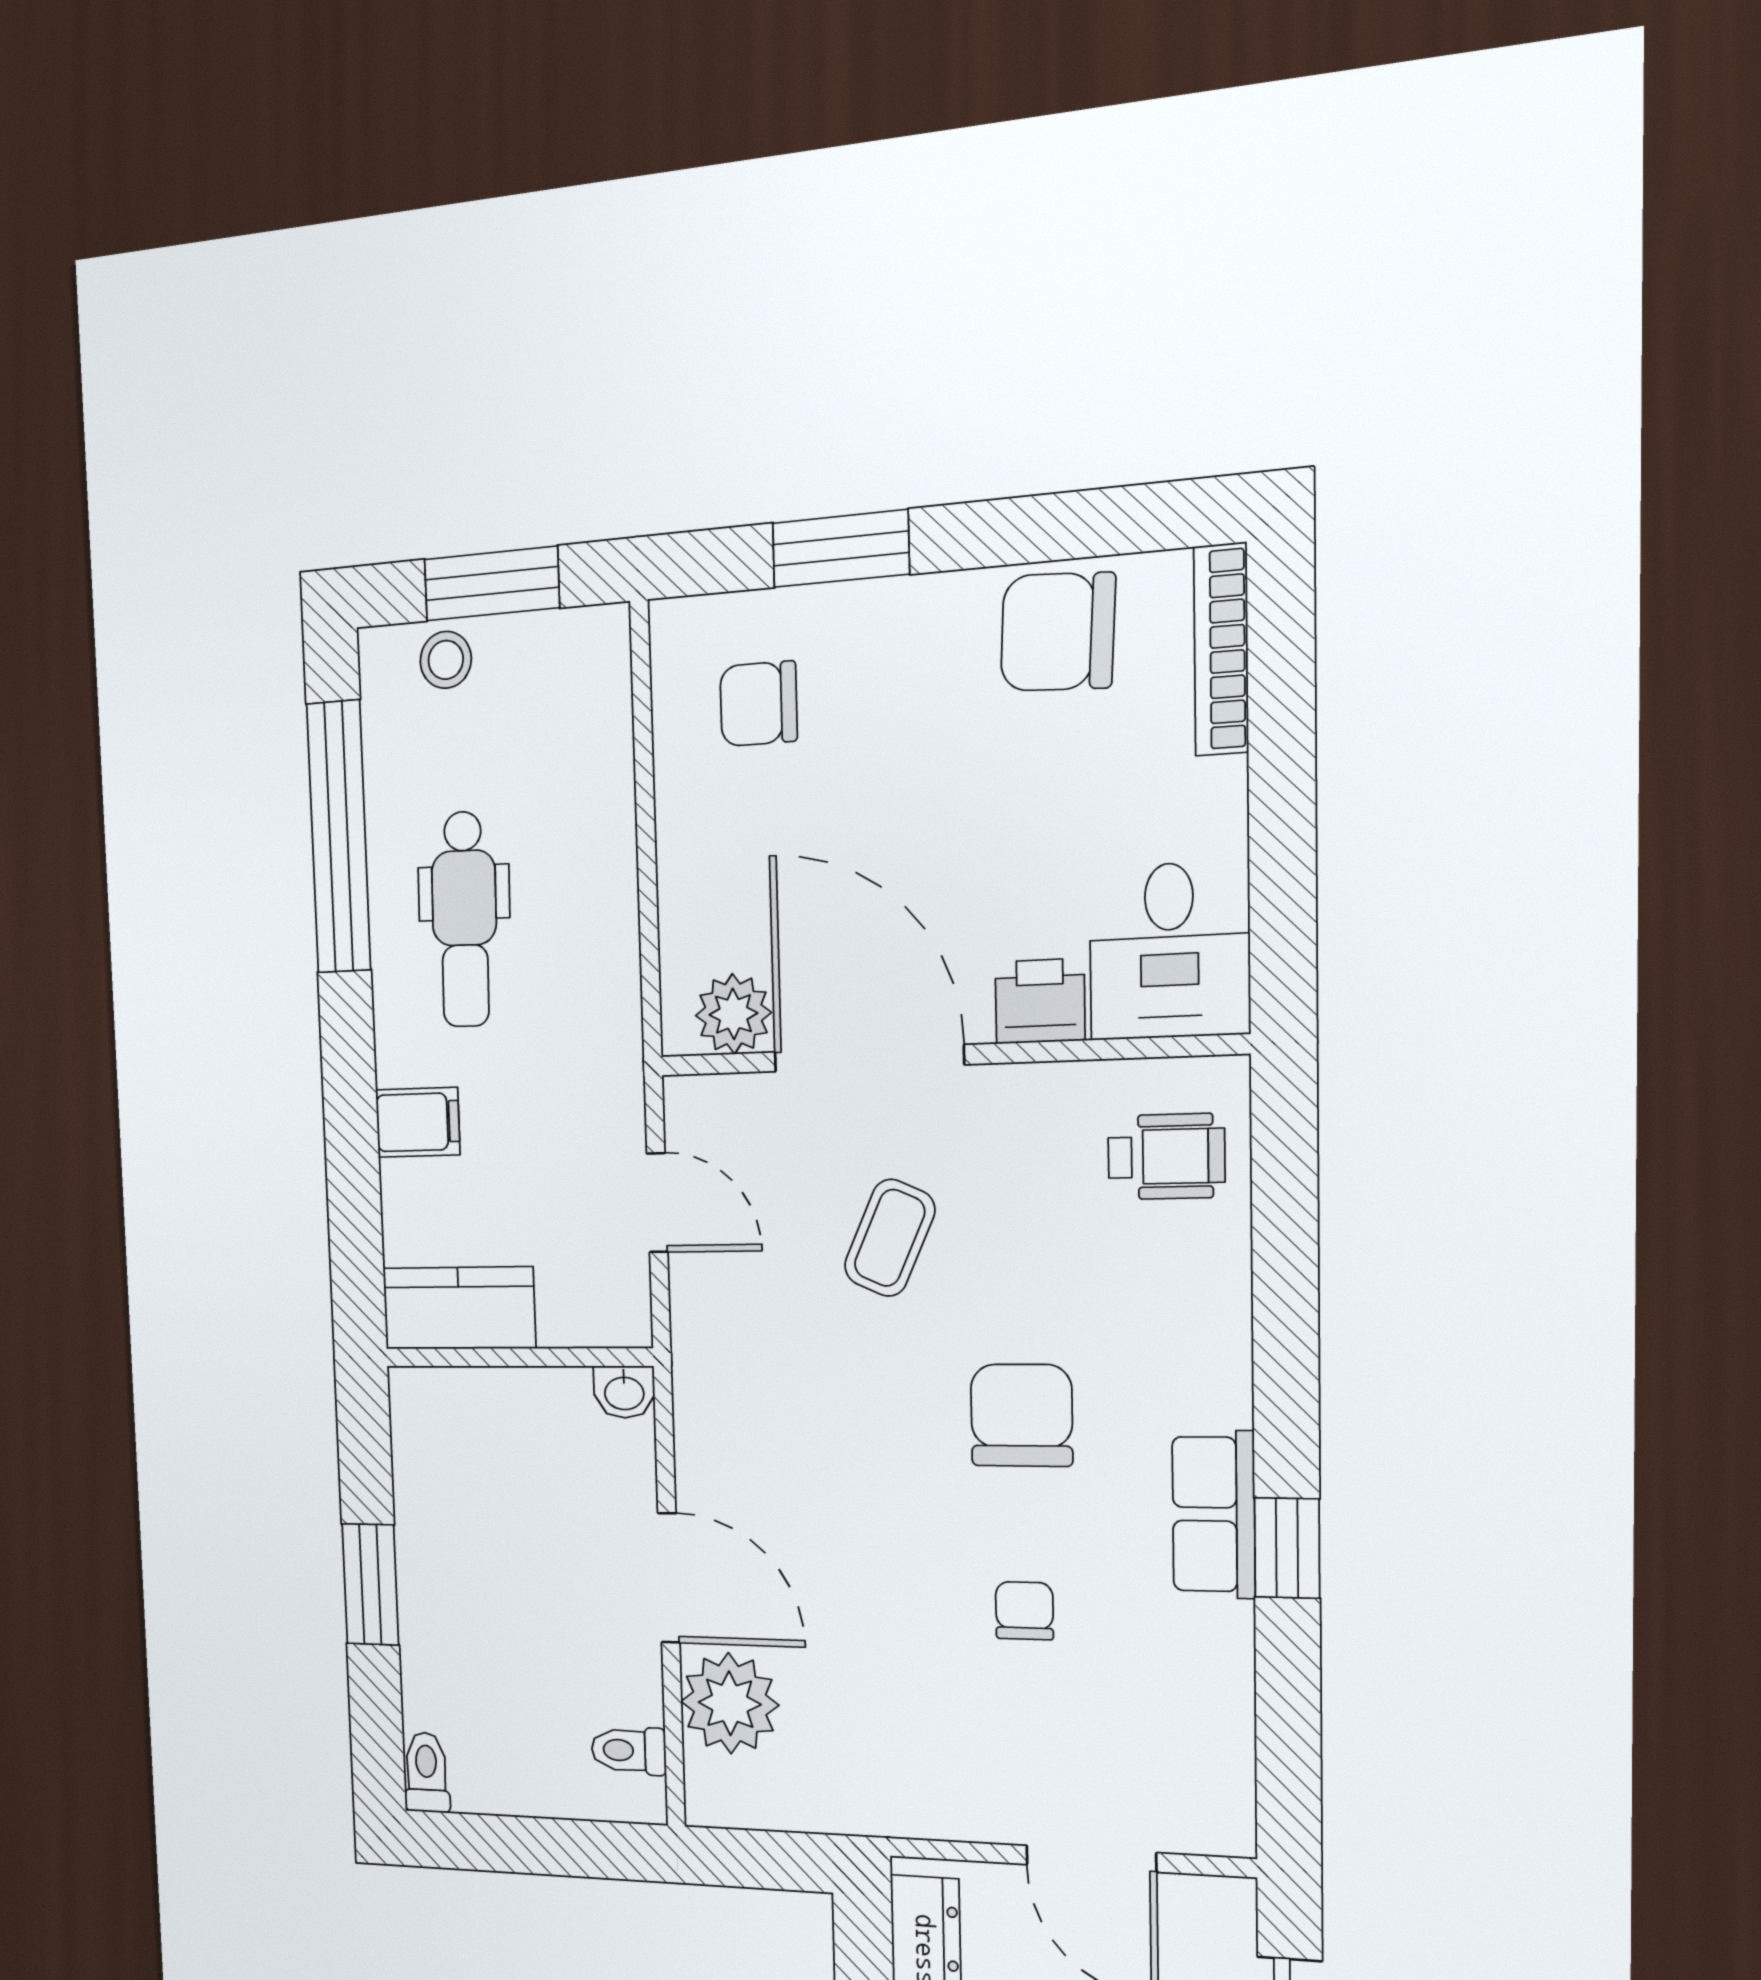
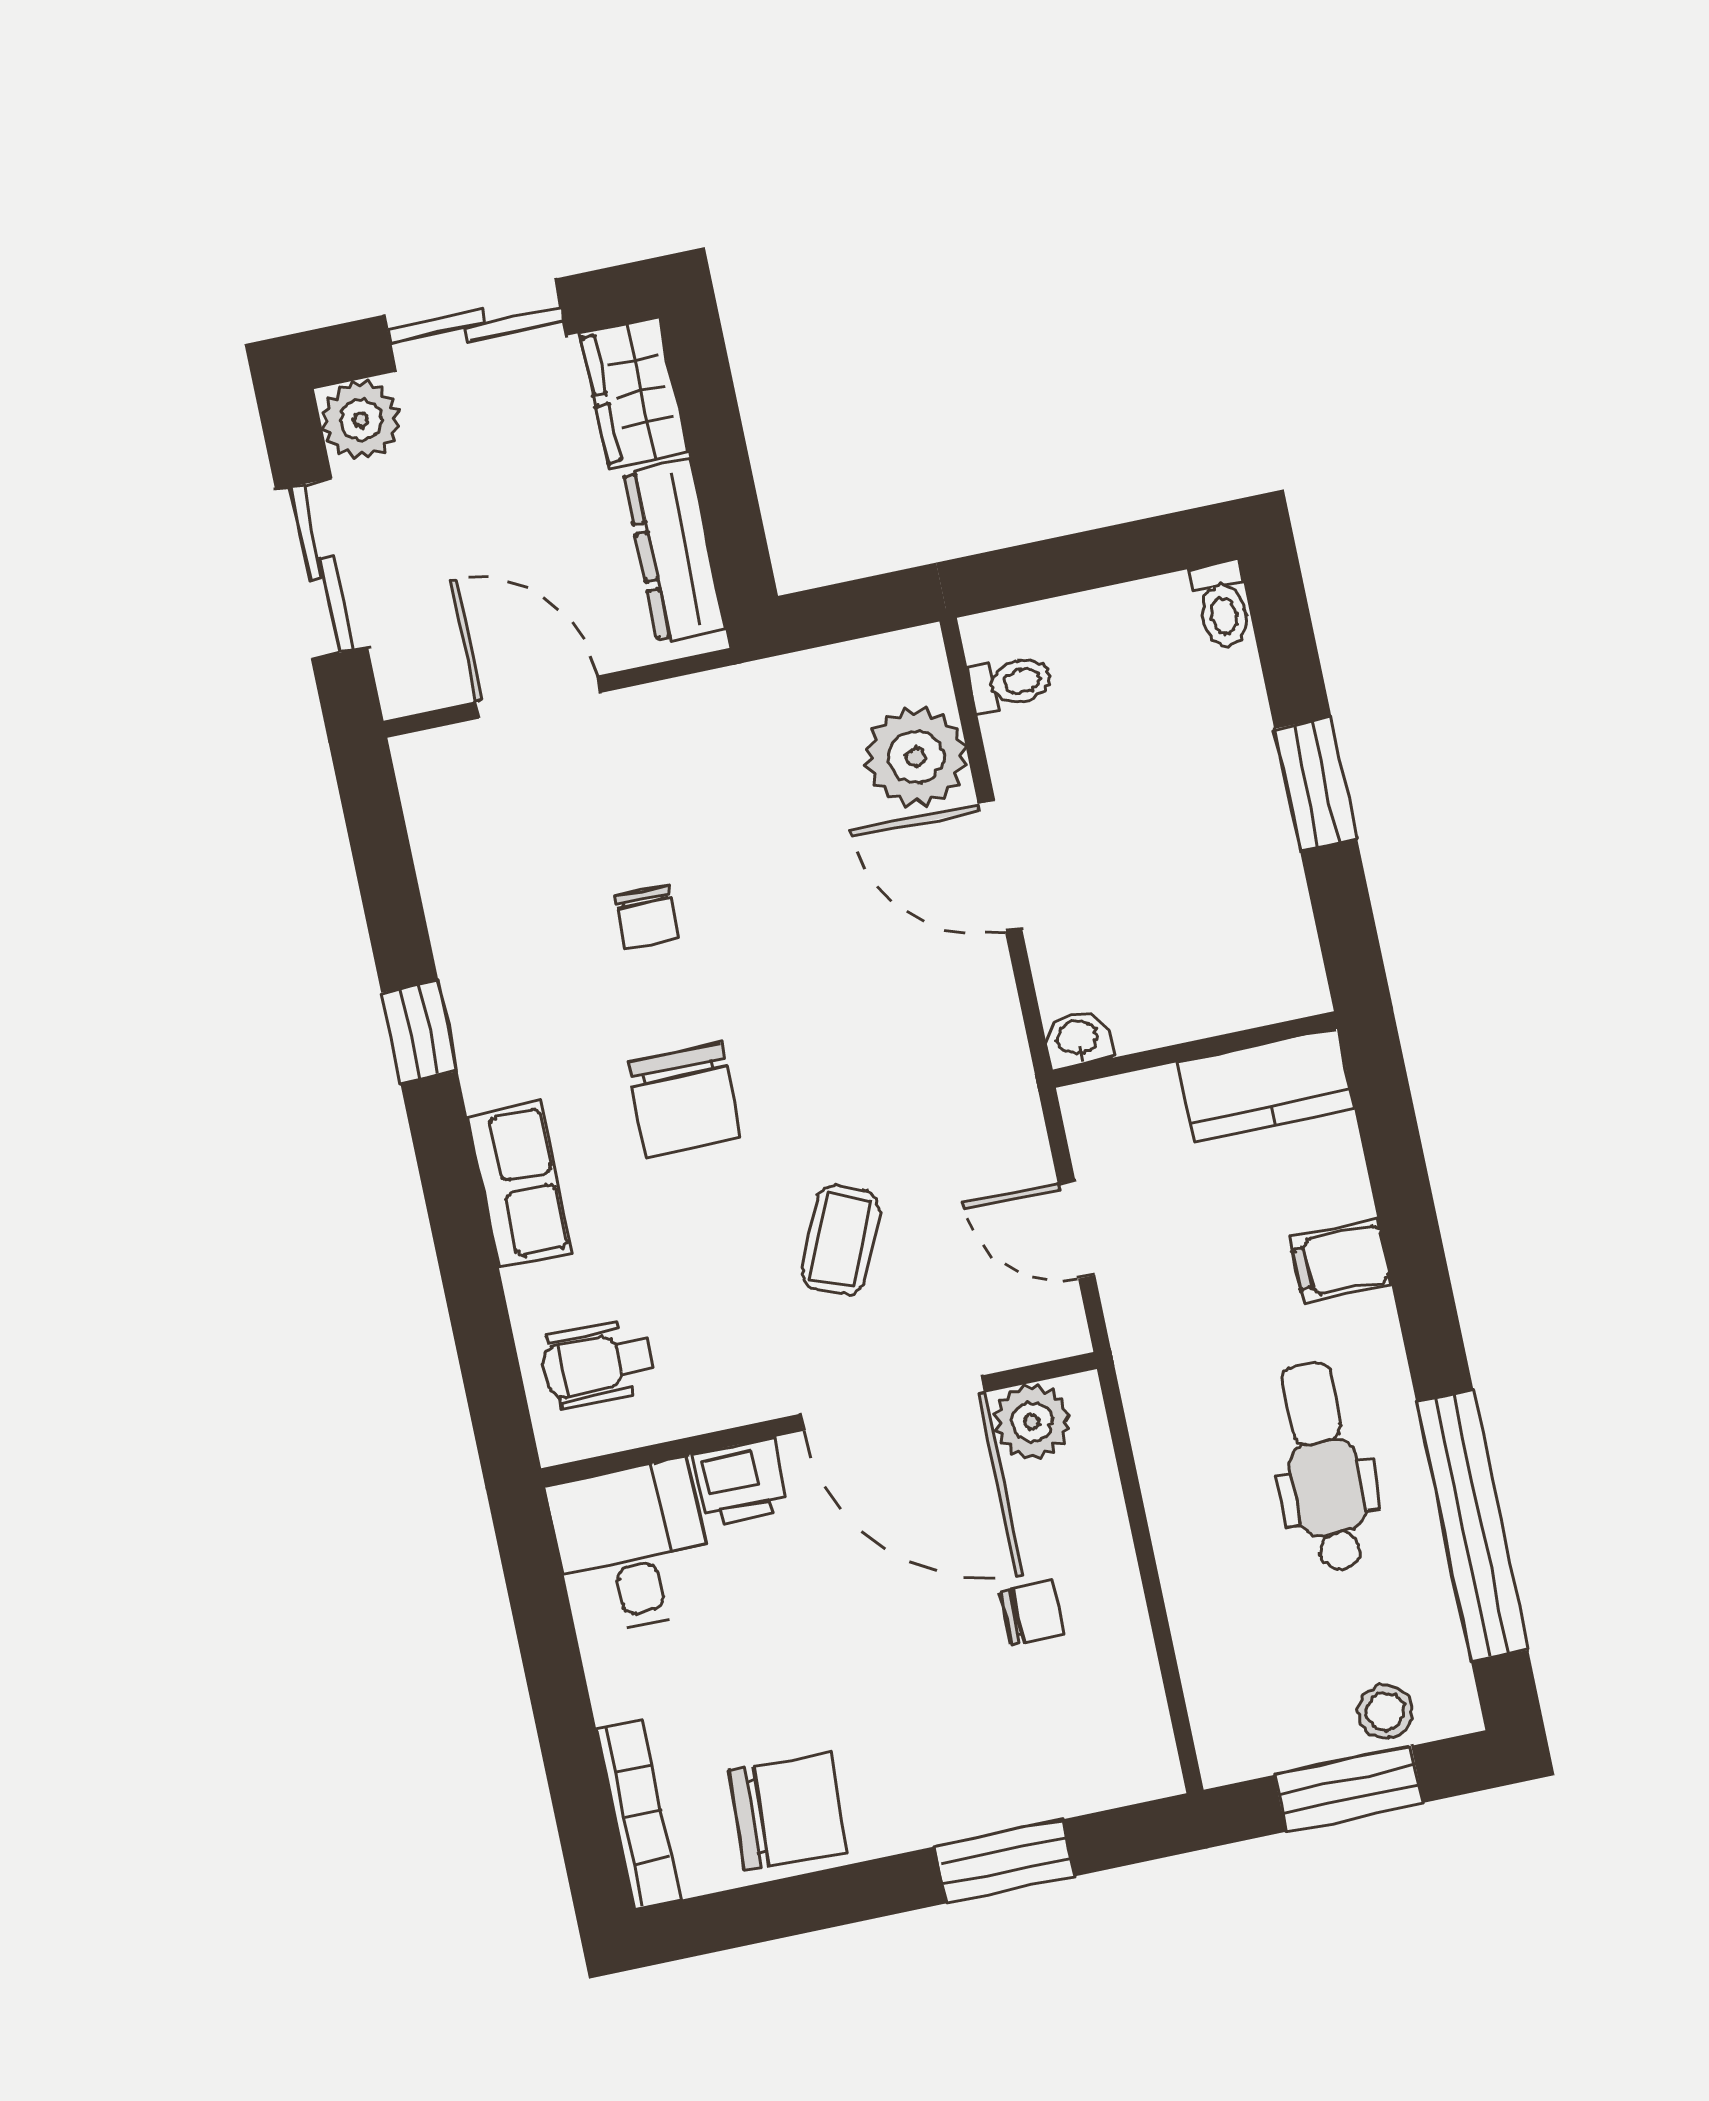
chair: (759, 704) -> (1033, 1613), moved, width x0.73, depth x0.73
row of seats: (1214, 1514) -> (519, 1184), moved

